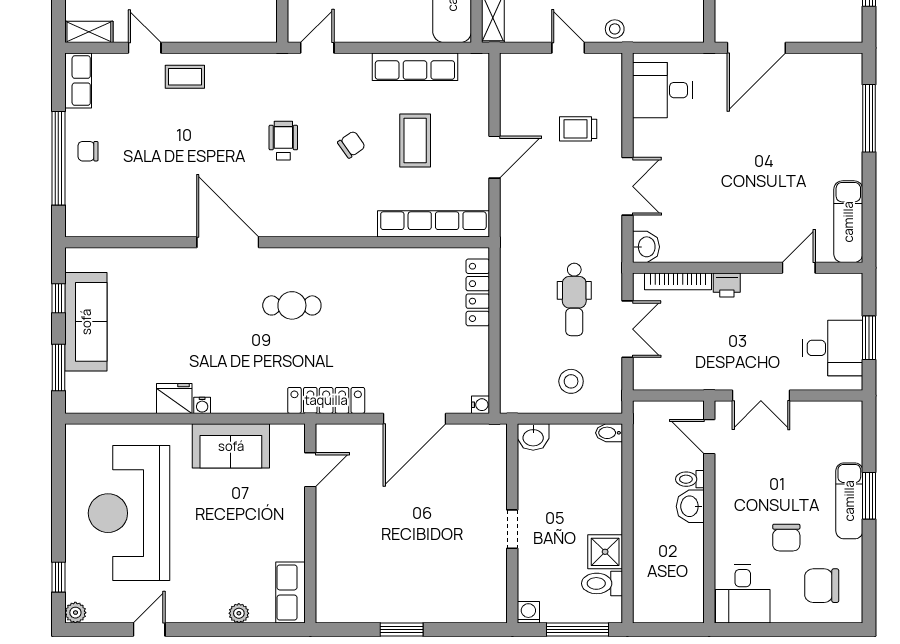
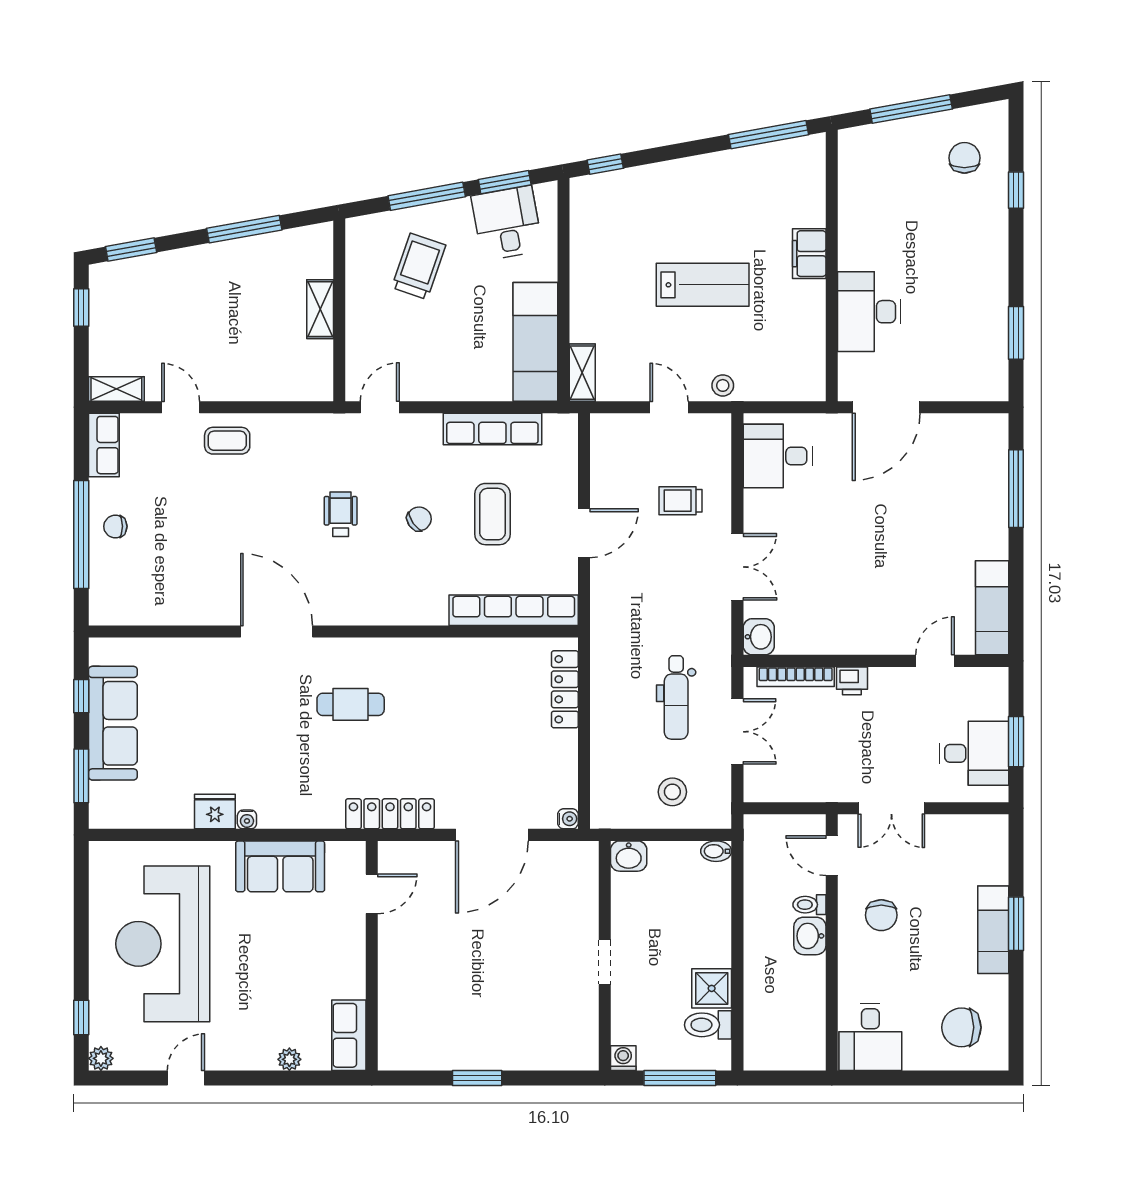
chair: (786, 538) -> (881, 915), moved

